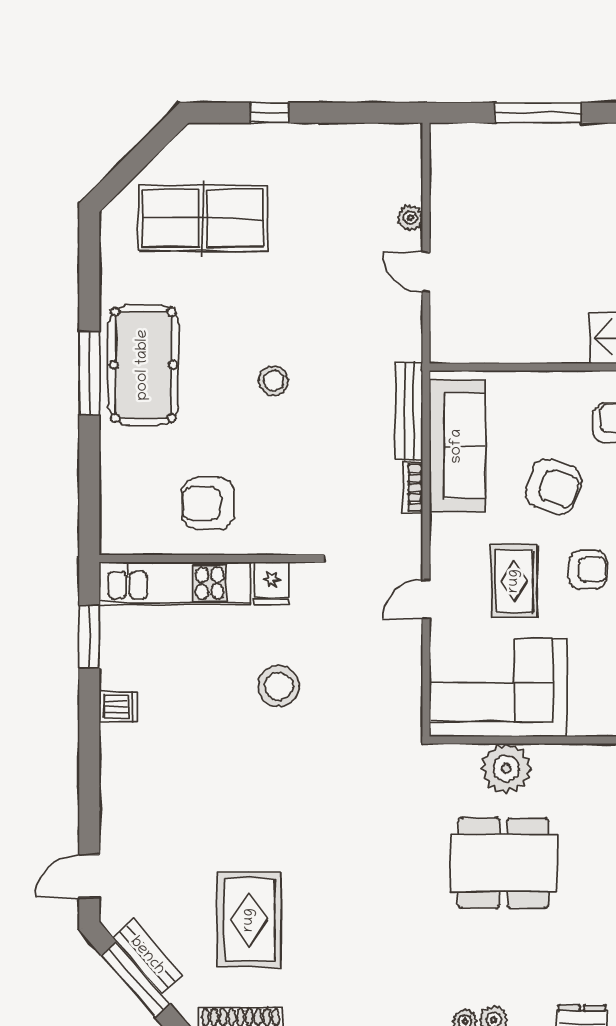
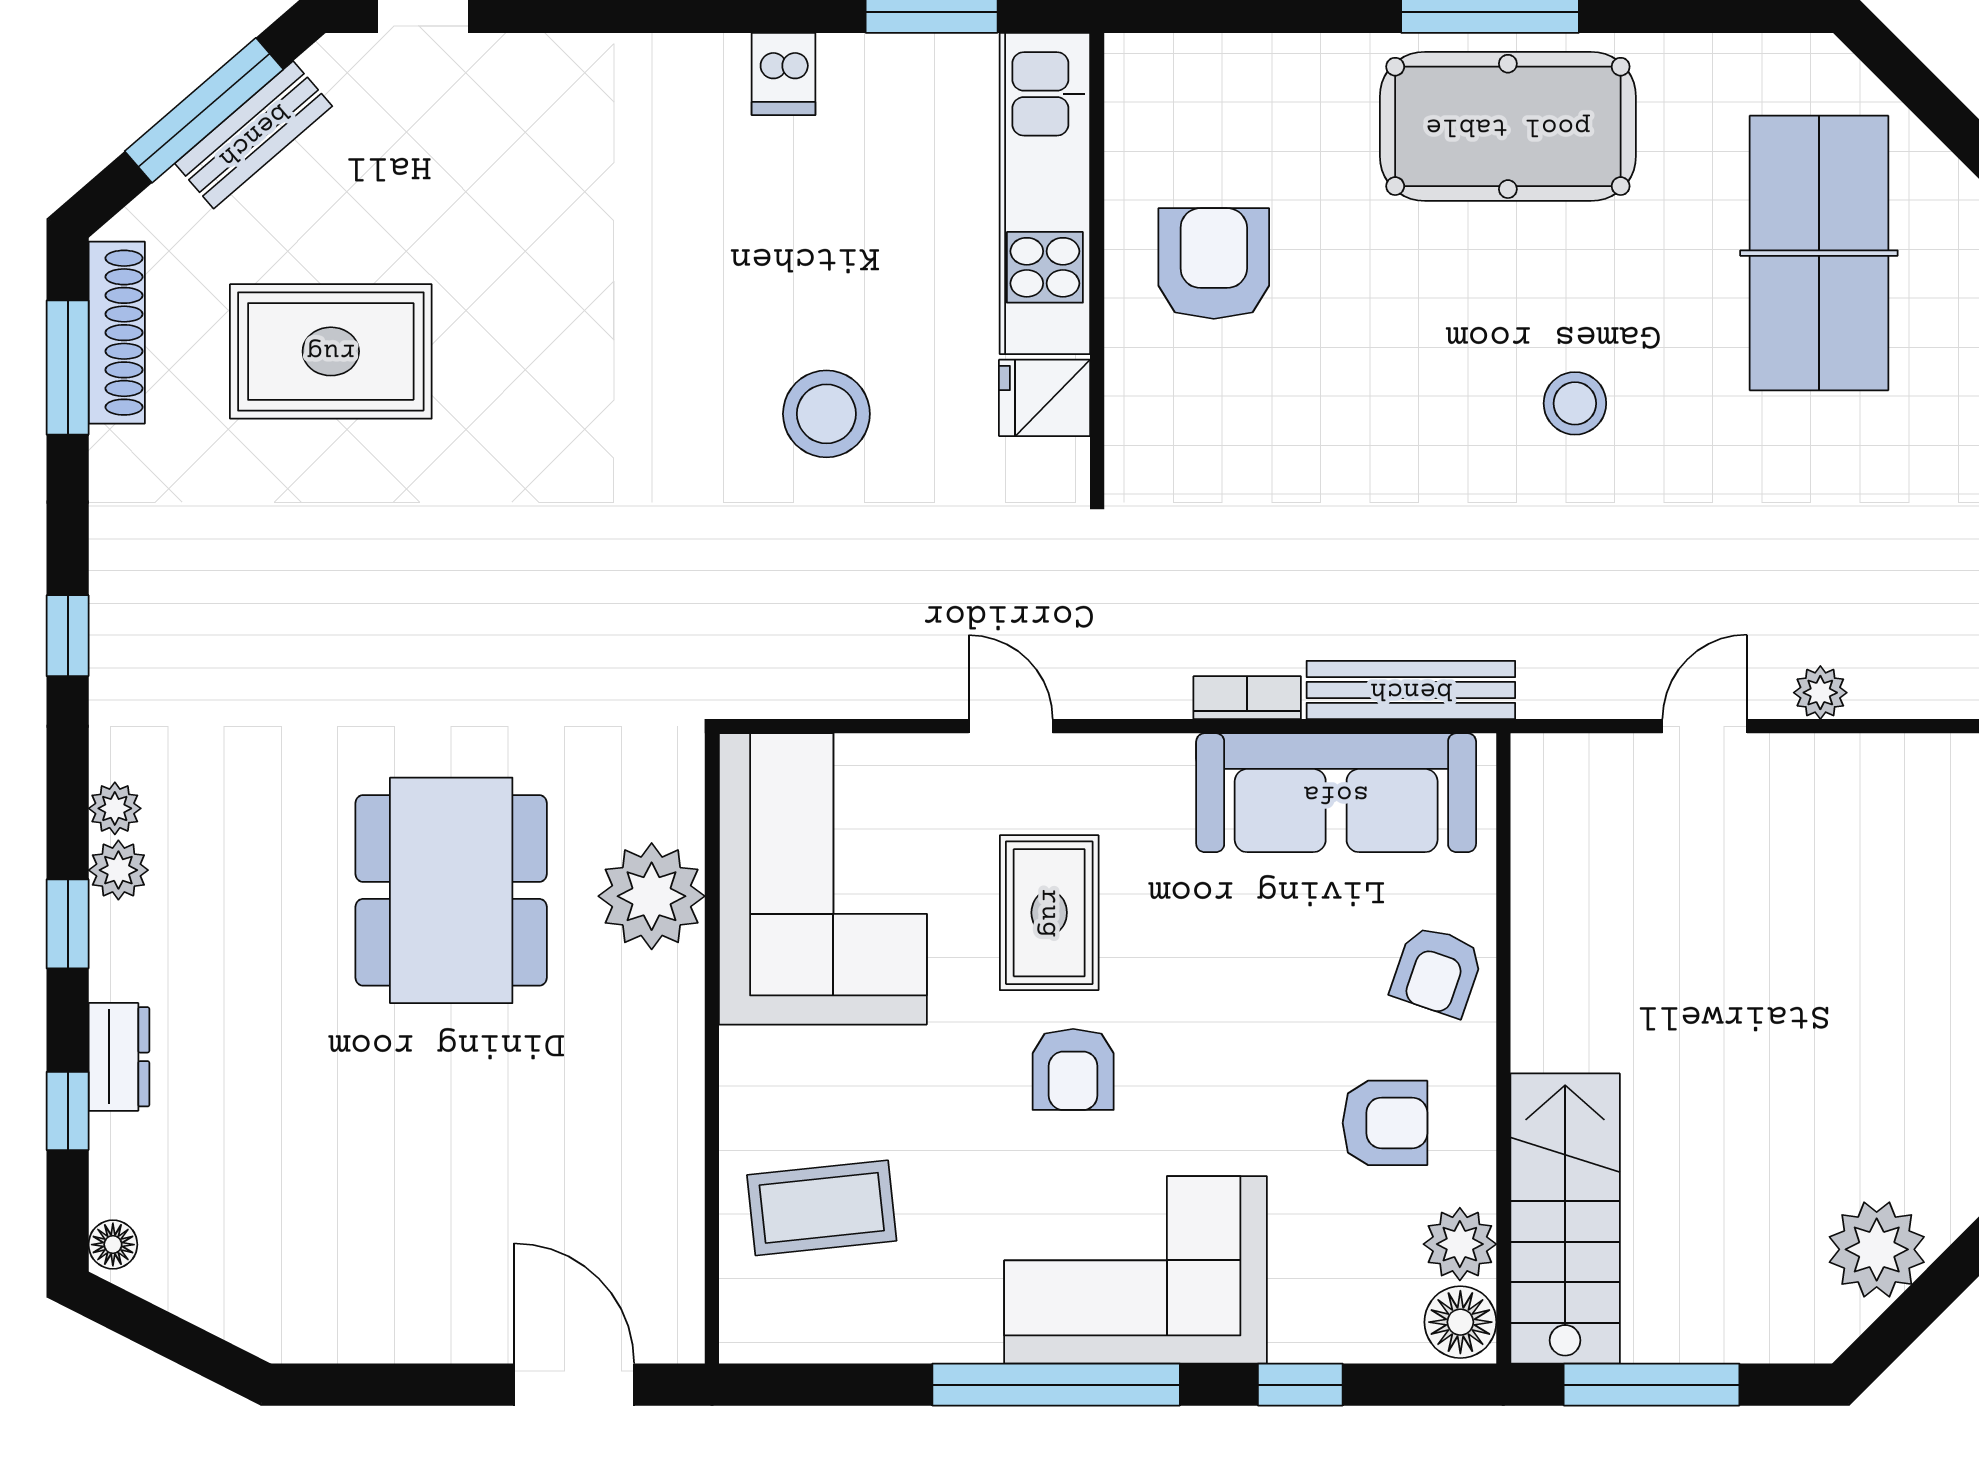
stool: (273, 381) -> (1575, 403), moved
armchair: (553, 487) -> (1437, 971), moved, width x0.72, depth x0.72
rug: (514, 581) -> (1049, 913), turned 90

